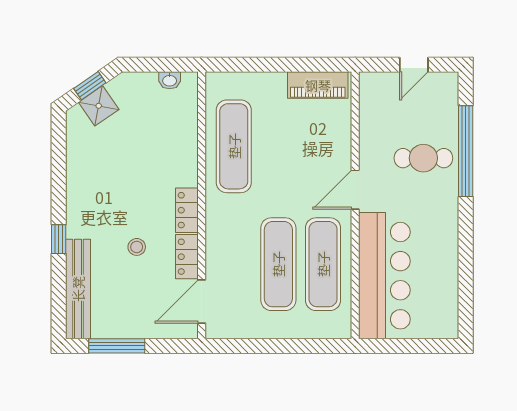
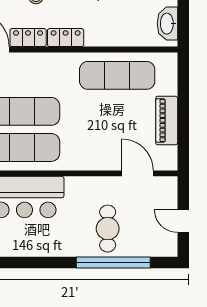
washbasin: (170, 80) -> (167, 24), width x1.91, depth x1.45
piano: (318, 85) -> (167, 120), moved
door: (355, 190) -> (138, 173), moved

